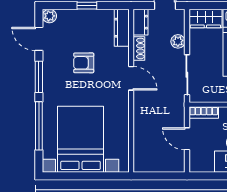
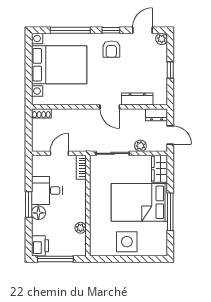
dresser: (122, 28) -> (137, 99), moved
shoe rack: (139, 48) -> (41, 113), moved
armchair: (84, 63) -> (111, 49), moved, turned 180
window: (39, 77) -> (111, 30), width x0.67
door: (131, 78) -> (110, 107), hinge flipped

